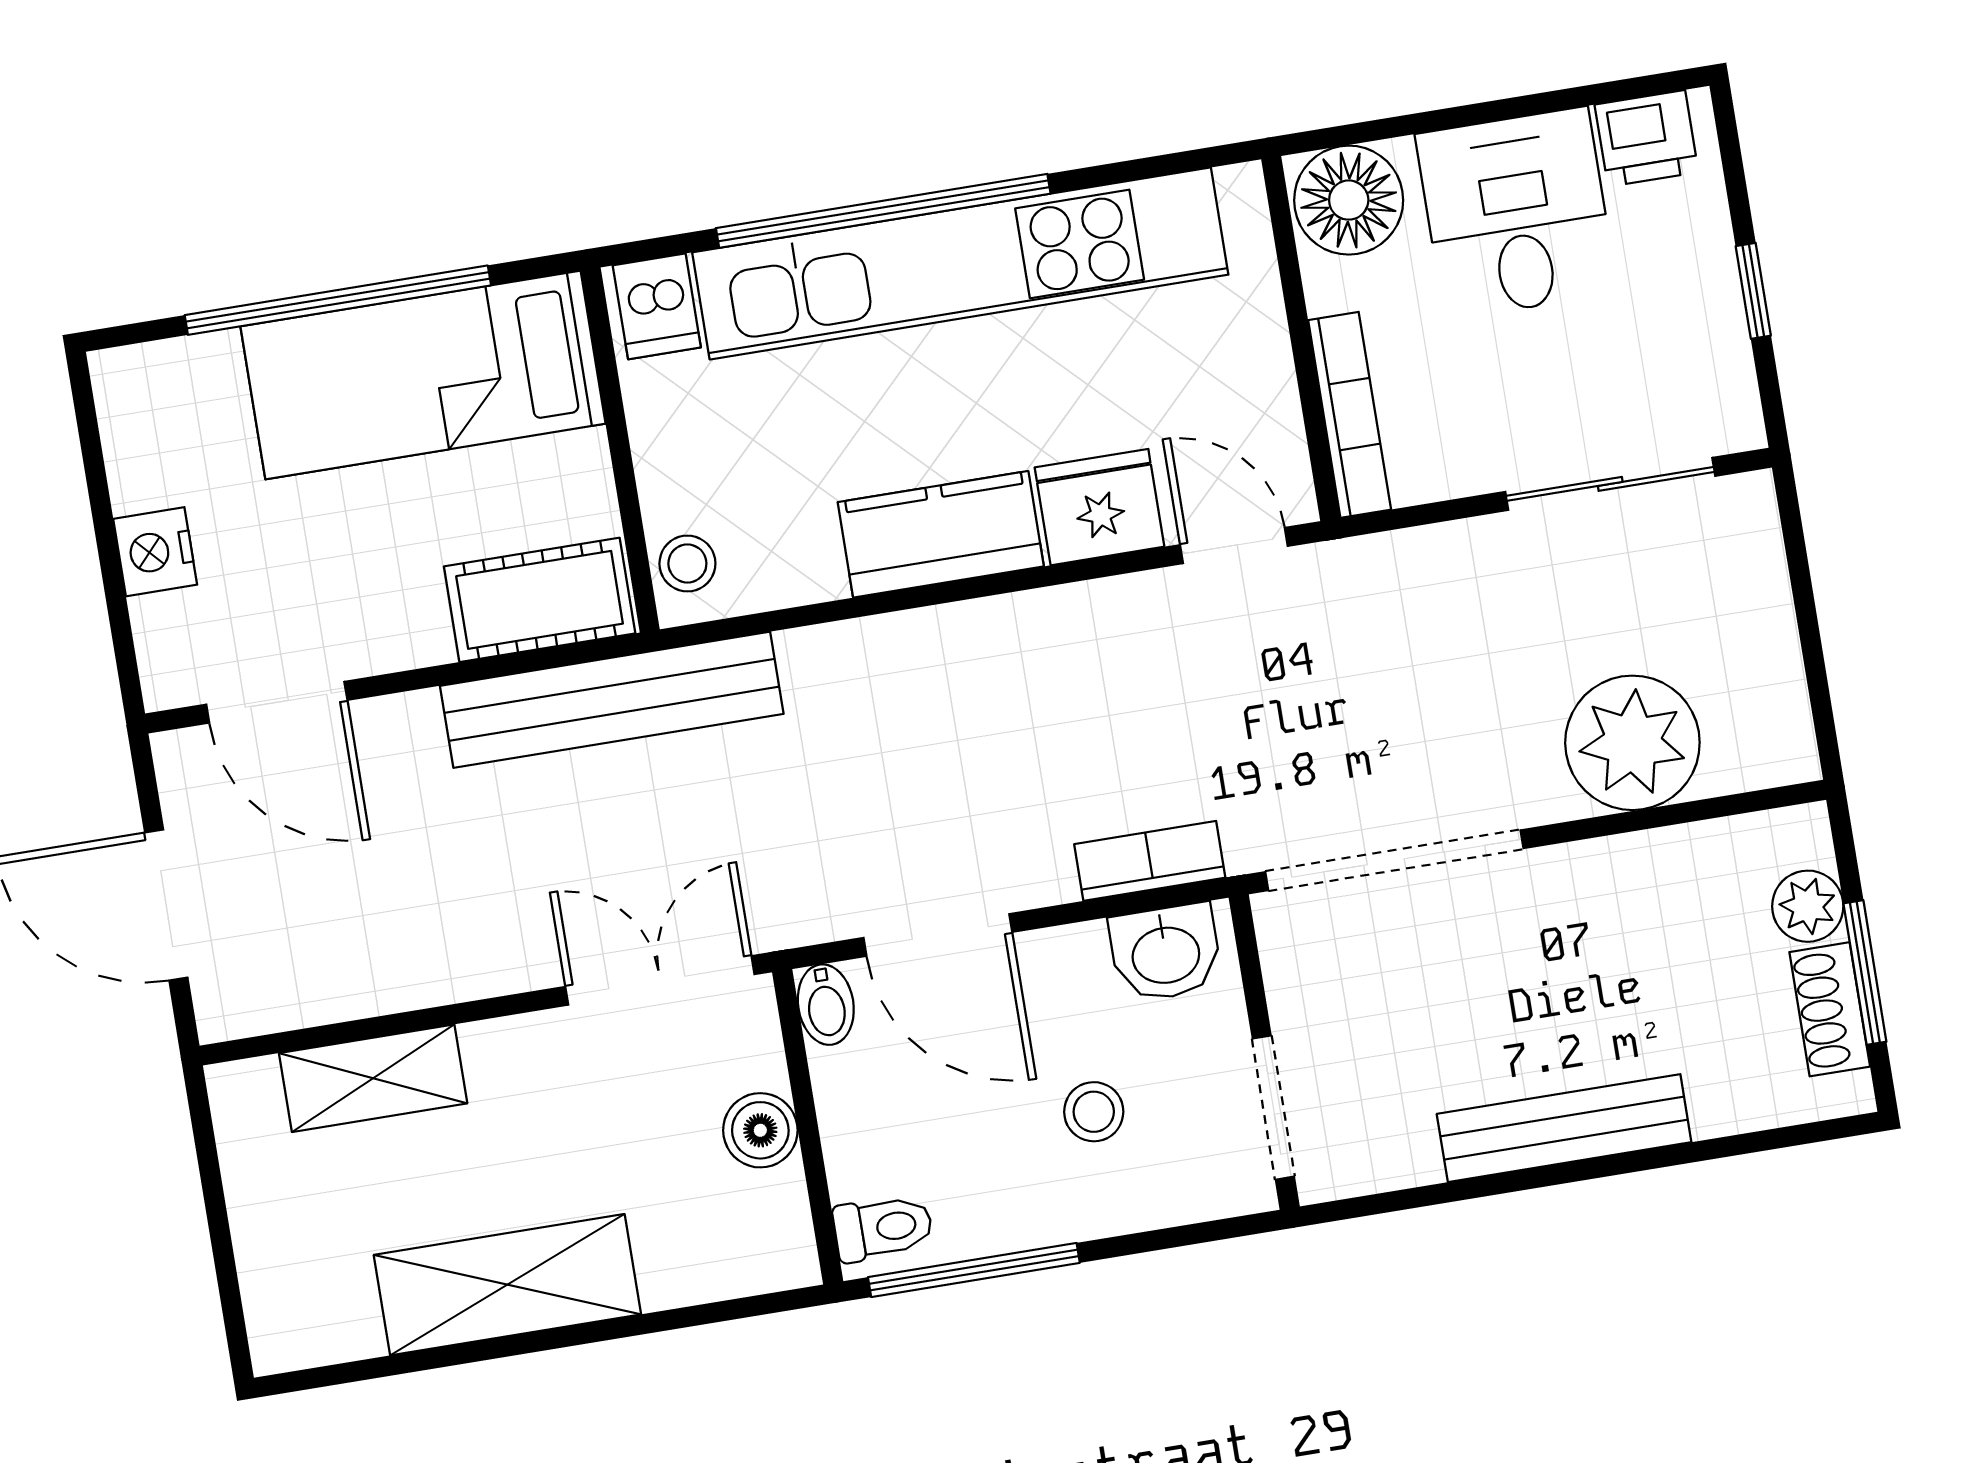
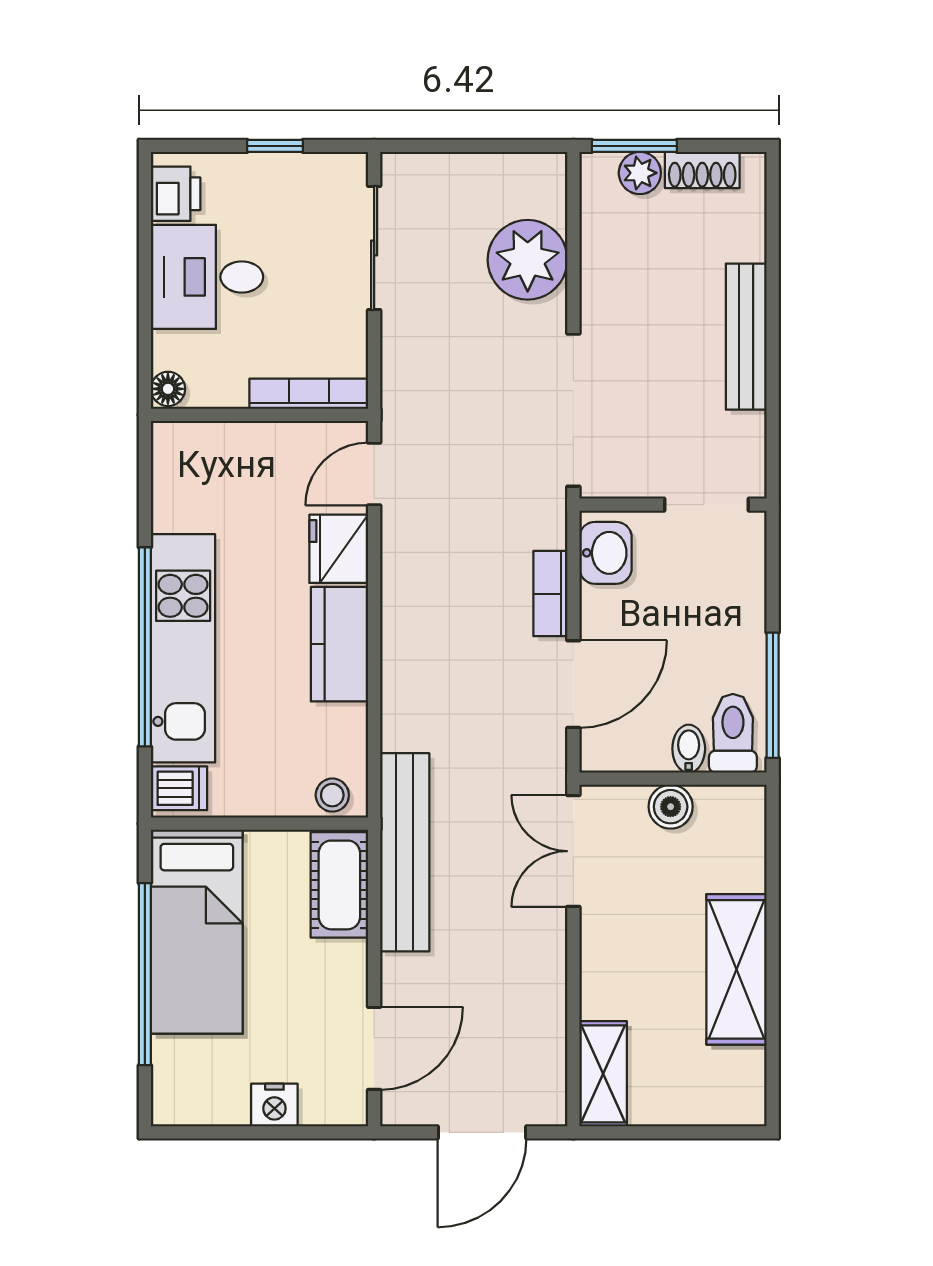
floor lamp: (1349, 200) -> (168, 389), width x0.53, depth x0.53
kitchen unit: (960, 264) -> (183, 648), width x0.73
bookcase: (1150, 861) -> (550, 594), moved
window: (1865, 973) -> (634, 146), moved
bidet: (826, 1005) -> (689, 749), moved, turned -90
shelving: (373, 1078) -> (603, 1074), moved
stool: (1094, 1112) -> (692, 610), removed
toilet: (883, 1228) -> (733, 733), width x1.37, depth x1.39

